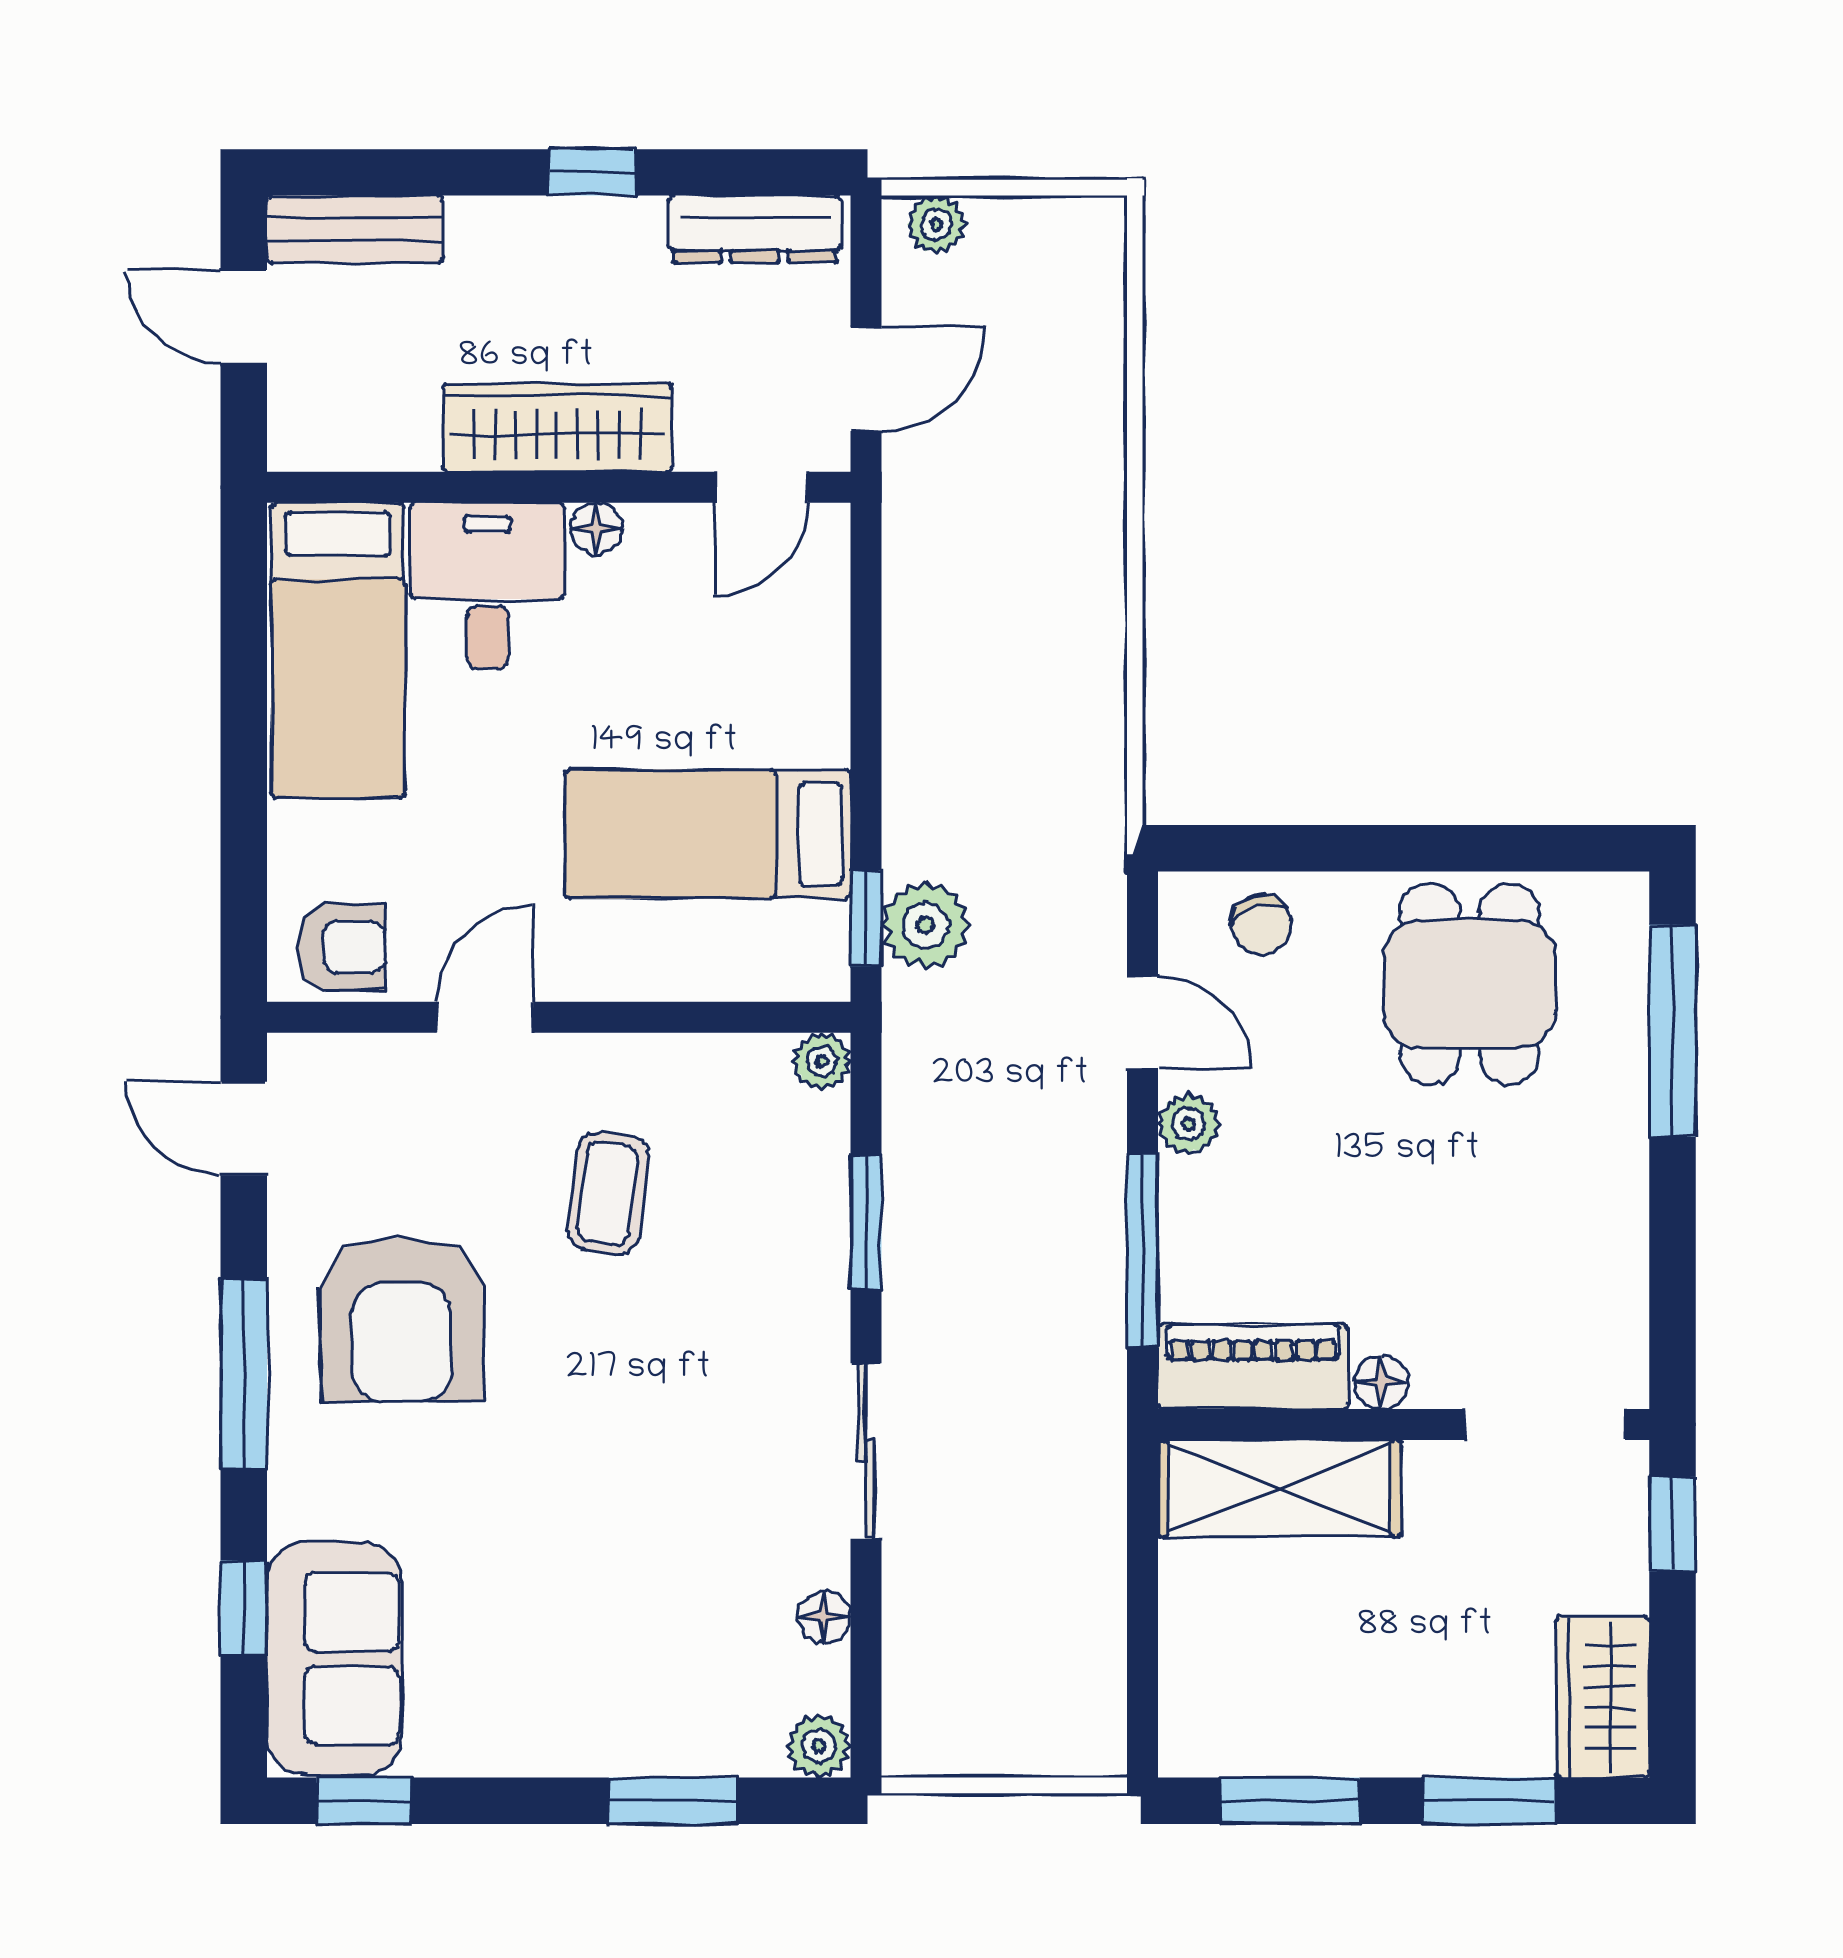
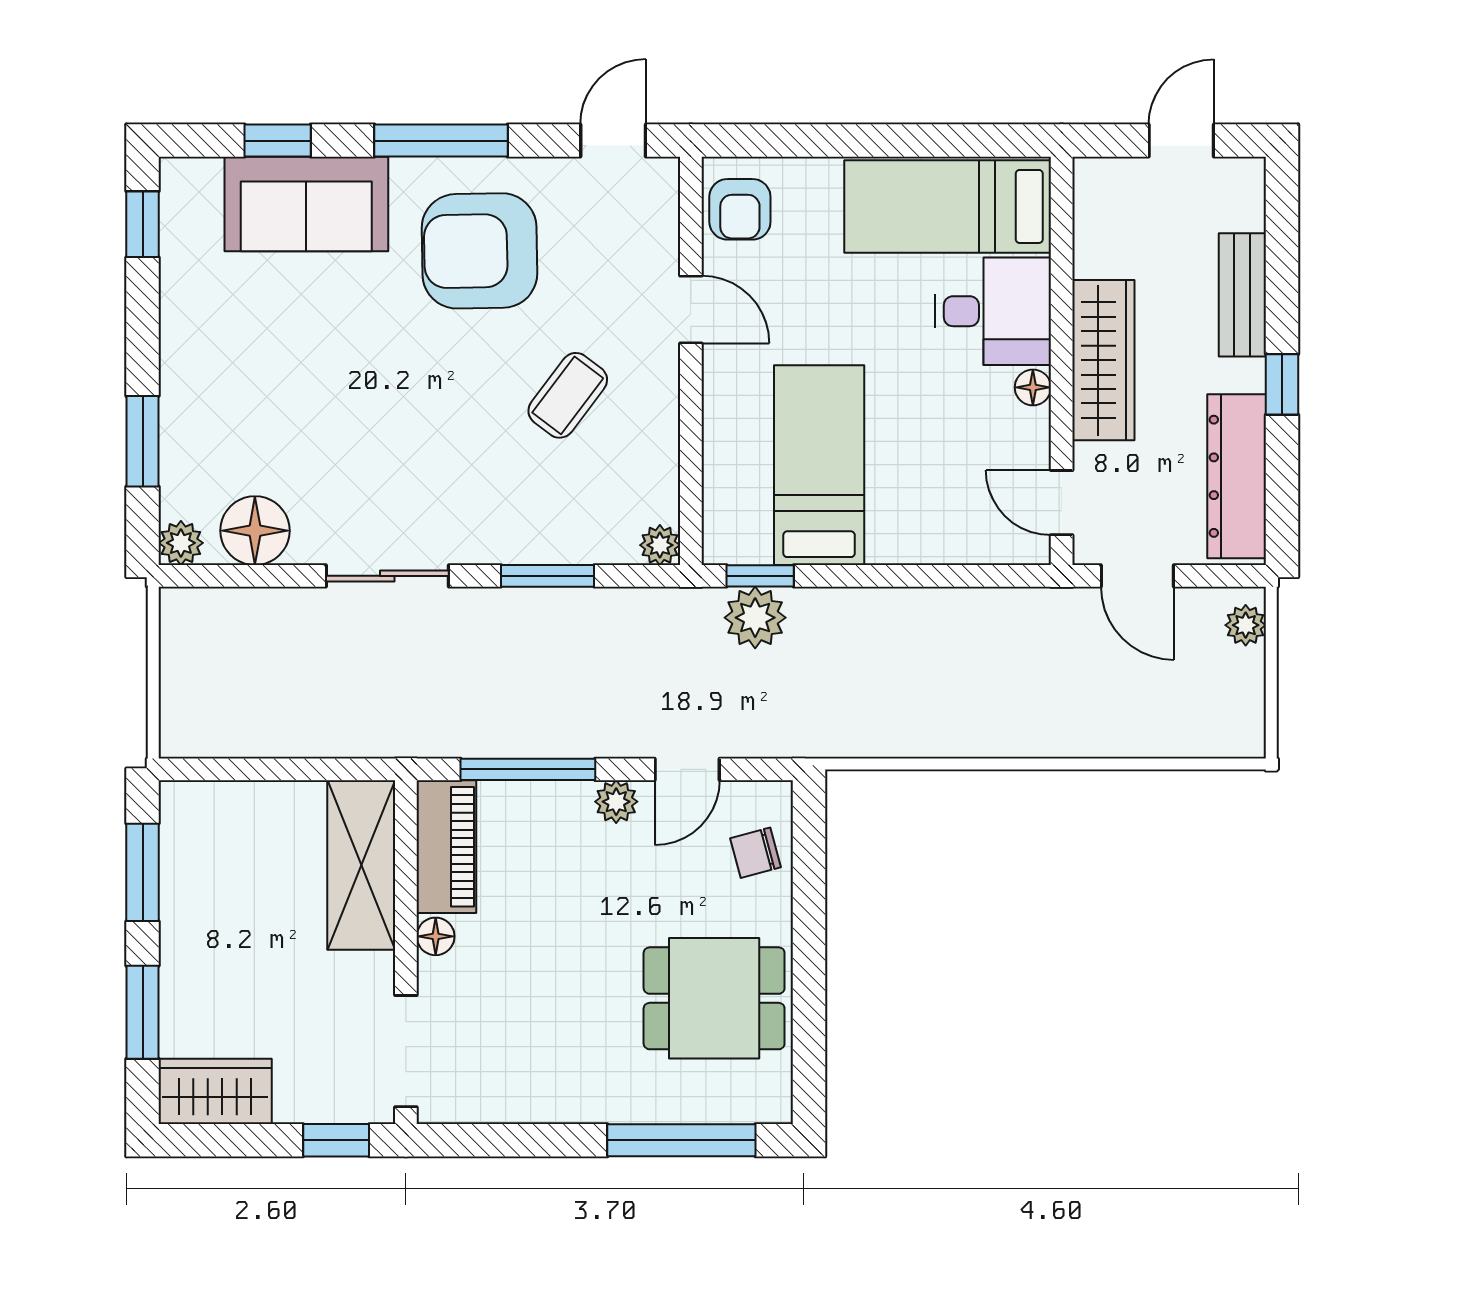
bench: (355, 229) -> (1242, 295), moved
dresser: (755, 229) -> (1237, 476), width x1.37, depth x1.24
coffee table: (608, 1193) -> (568, 395), turned -60
floor lamp: (824, 1617) -> (255, 531), width x1.89, depth x1.89
sofa: (334, 1659) -> (306, 204), moved

